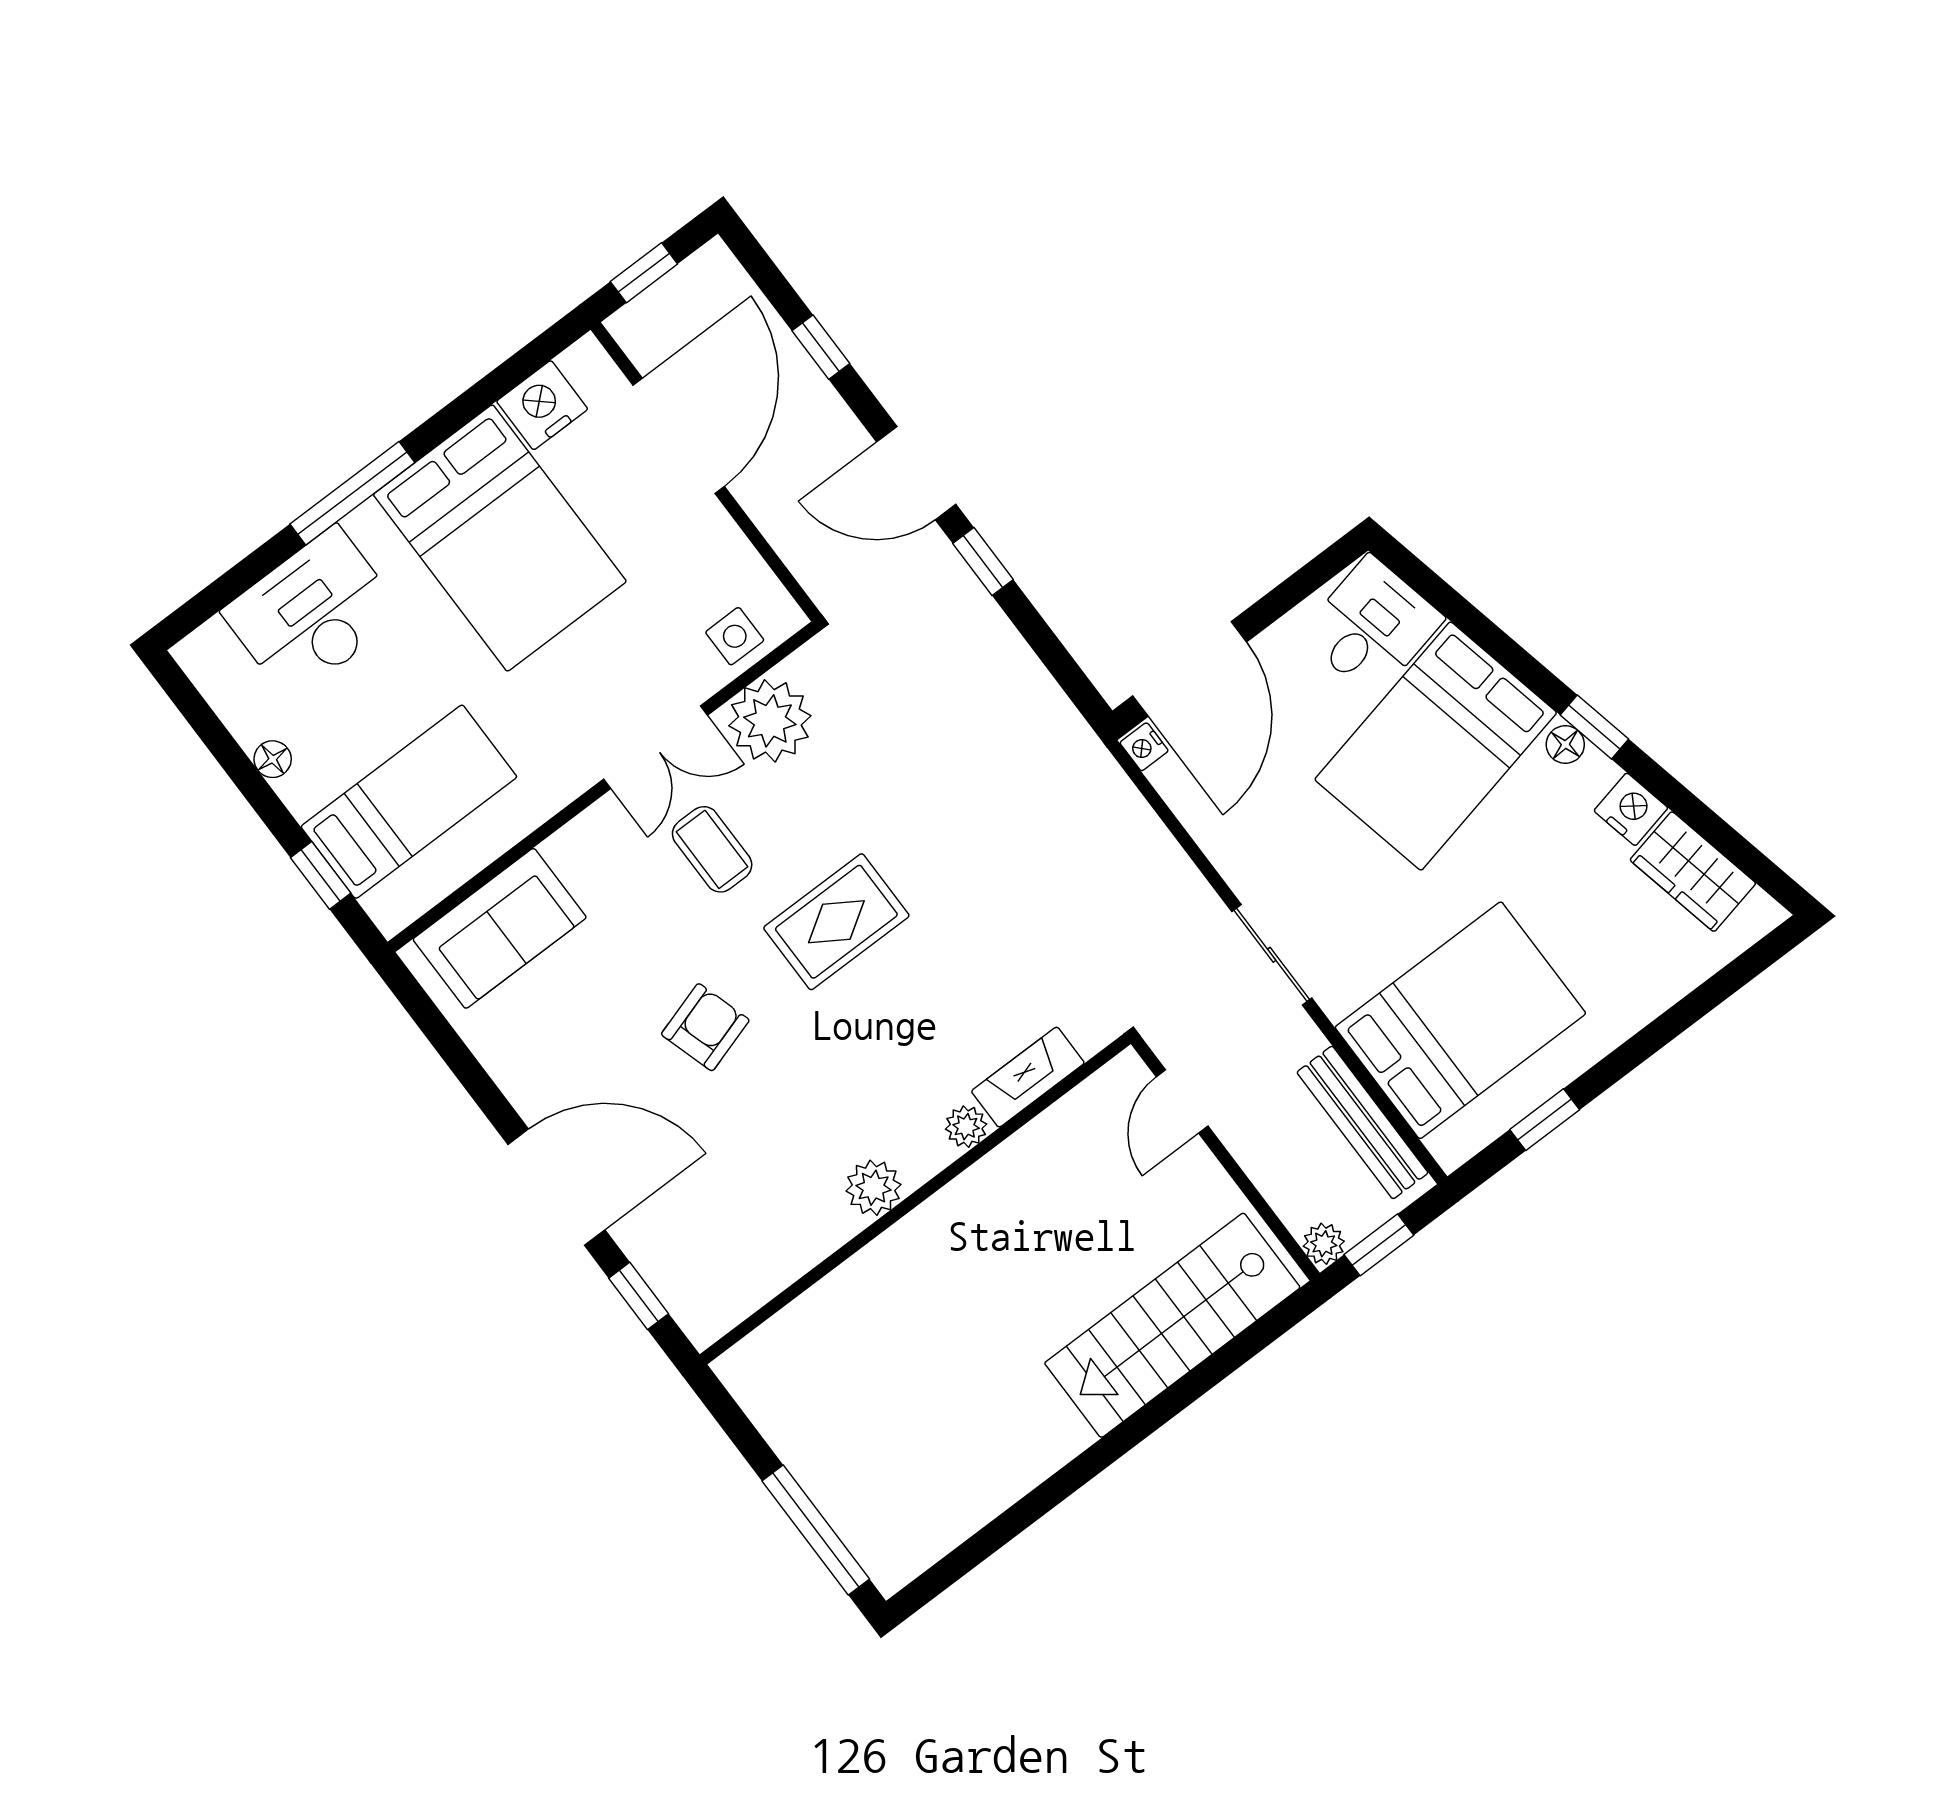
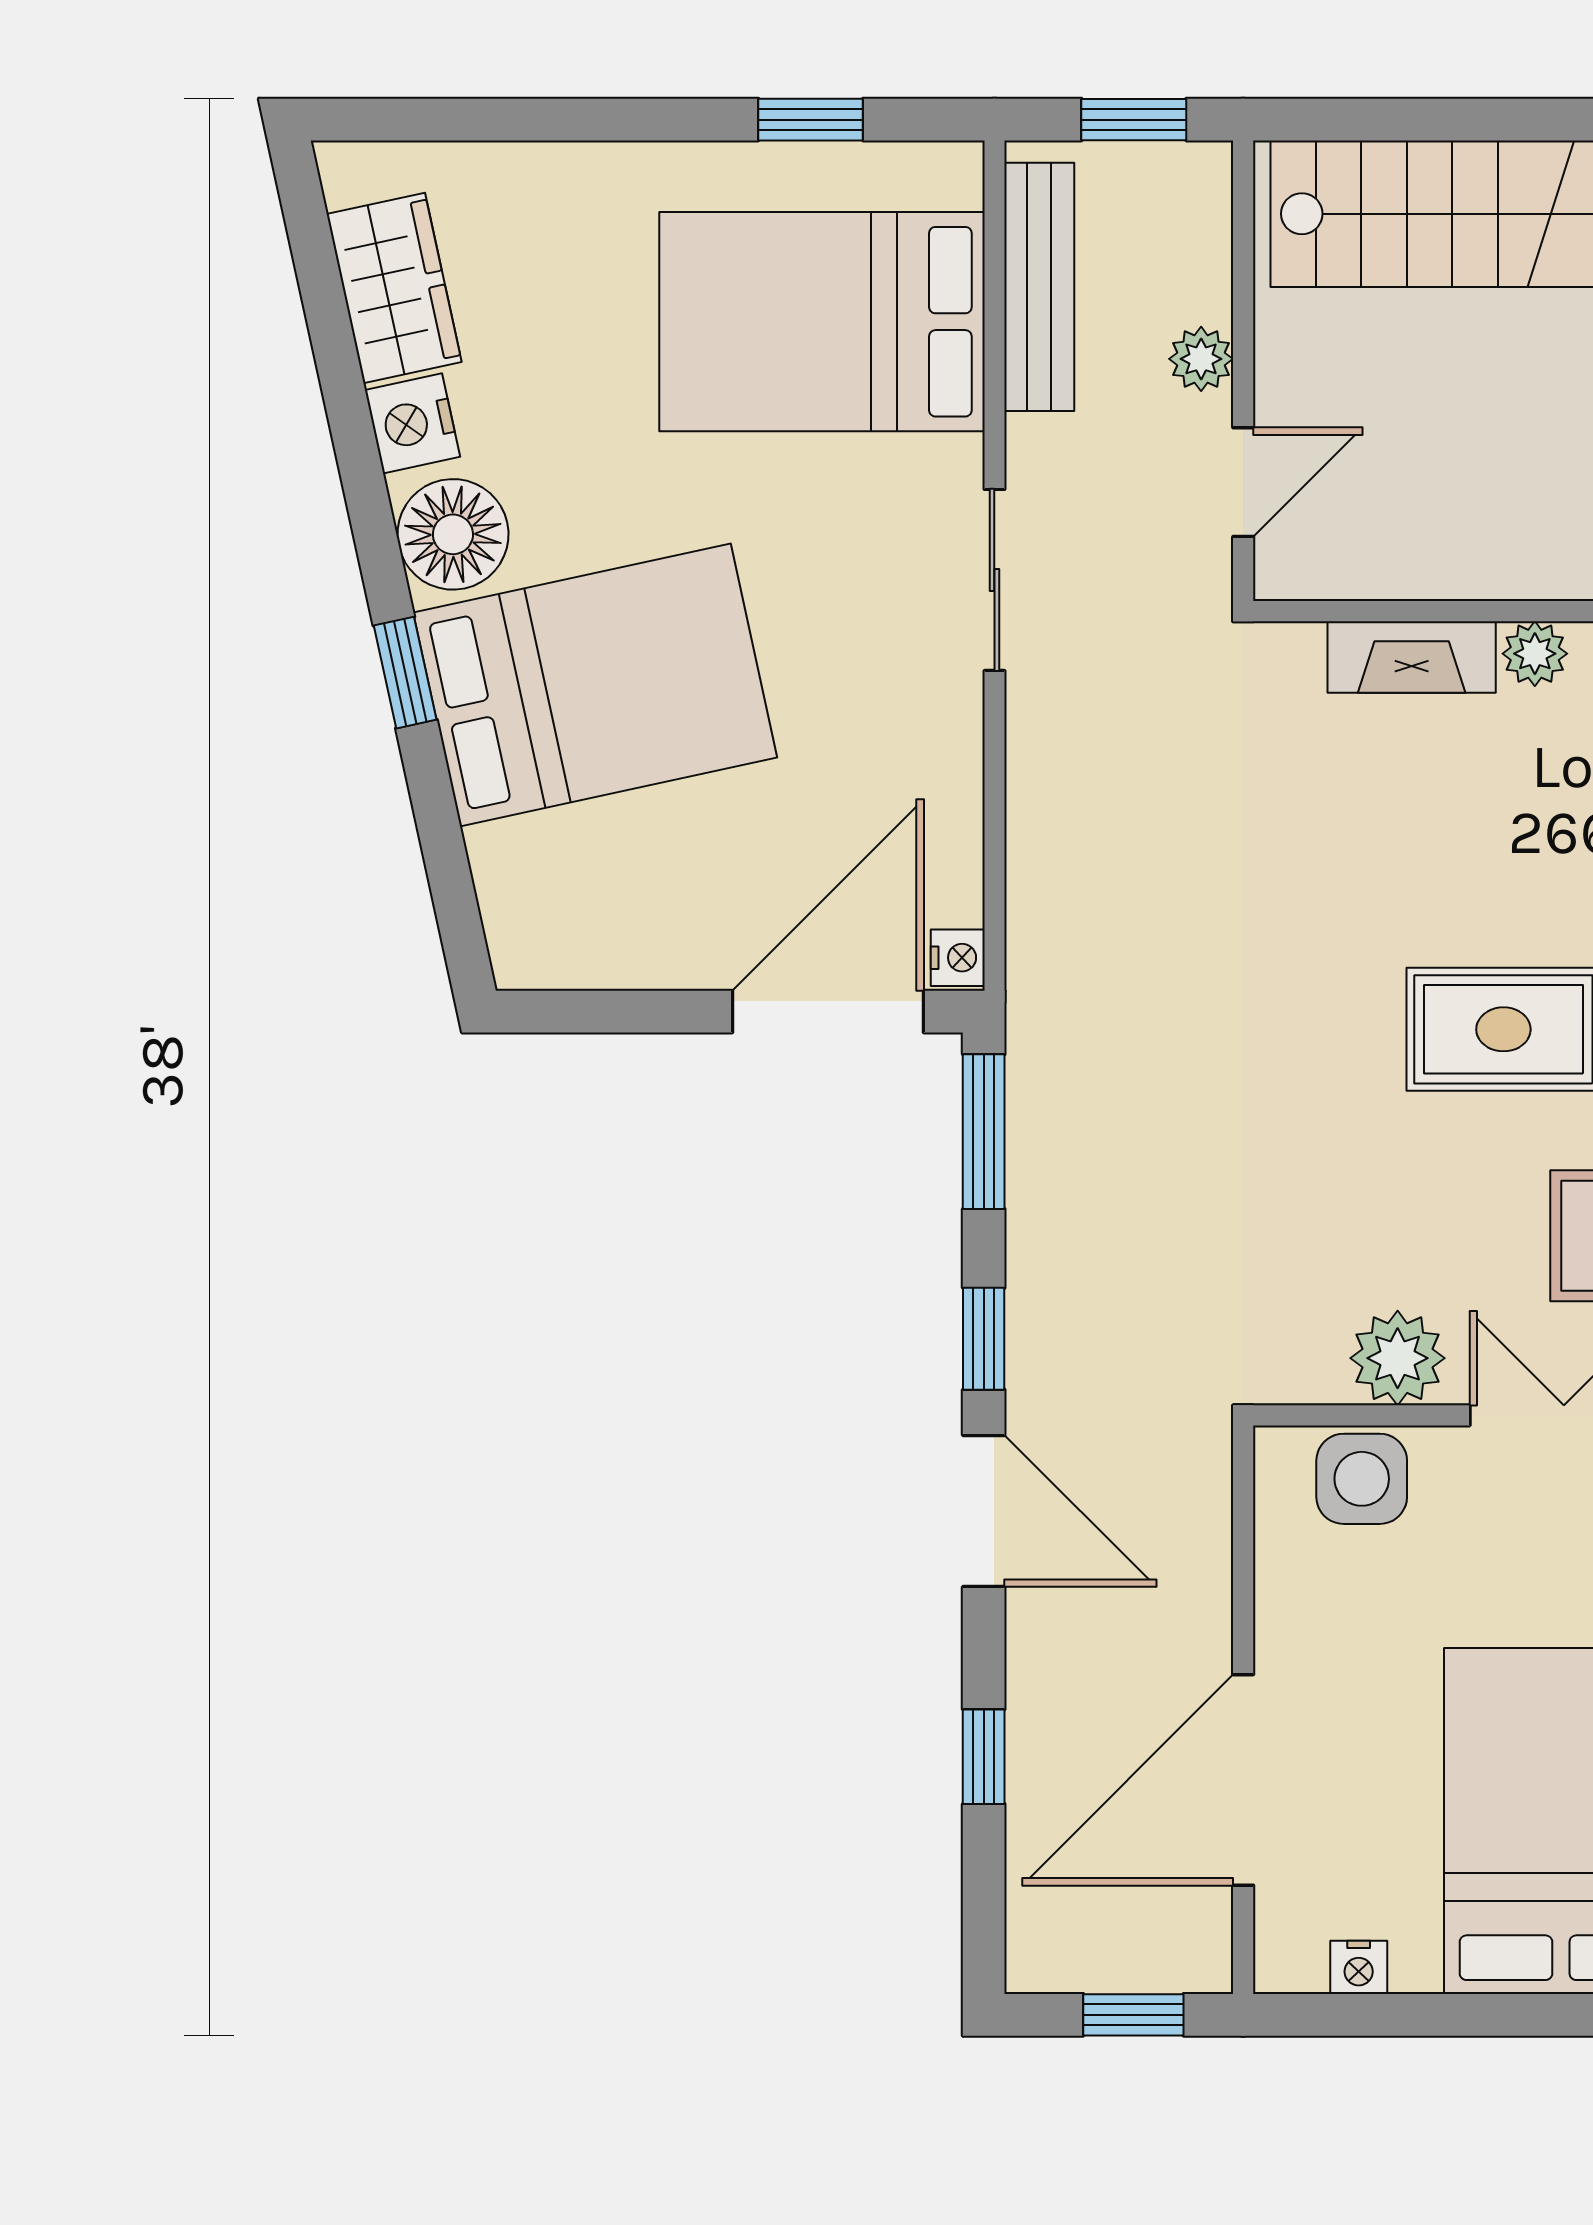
nightstand: (542, 405) -> (1359, 1967), width x0.53, depth x0.56
desk: (1372, 627) -> (563, 893), removed
side table: (735, 636) -> (1362, 1479), width x1.37, depth x1.37
window: (1063, 668) -> (984, 1132), added
plant: (770, 721) -> (1398, 1358), width x0.73, depth x0.73
window: (1594, 727) -> (405, 673), moved
floor lamp: (1565, 745) -> (453, 534), width x1.89, depth x1.89
plant: (1324, 1244) -> (1201, 359), moved

